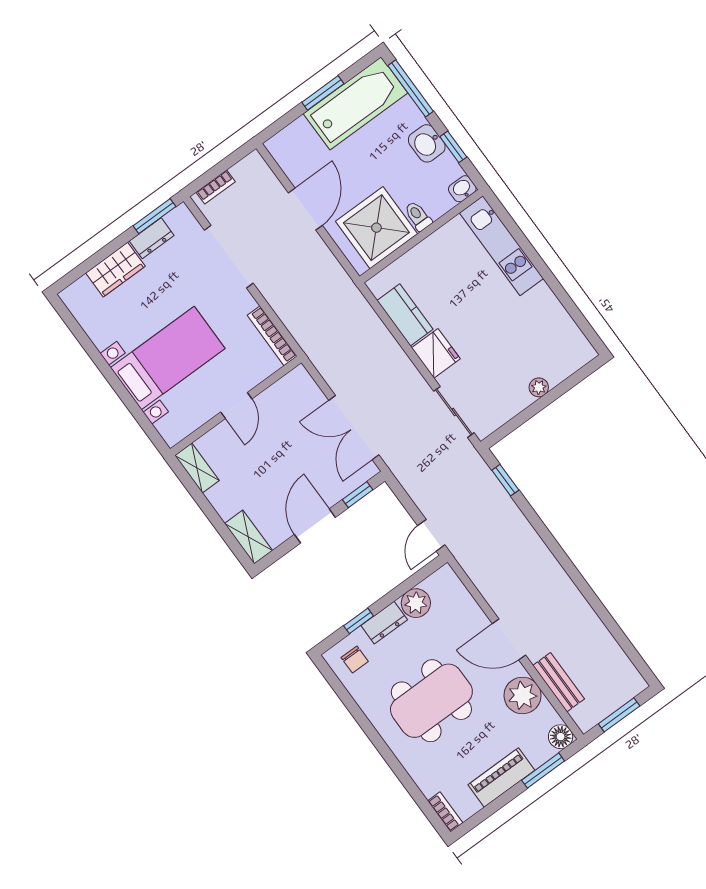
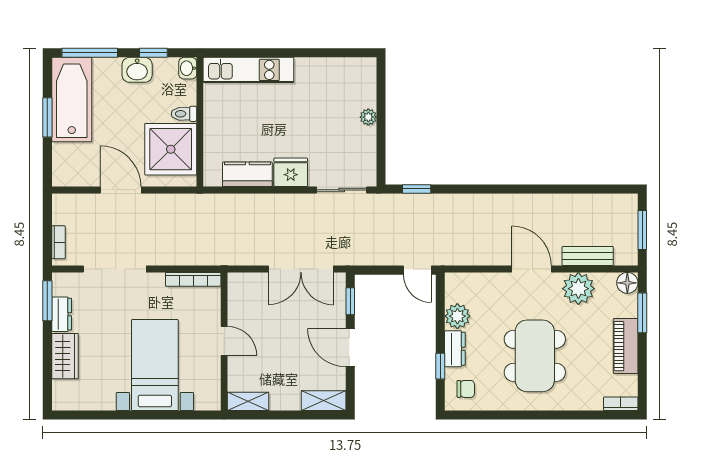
door: (509, 639) -> (532, 269), swing flipped

